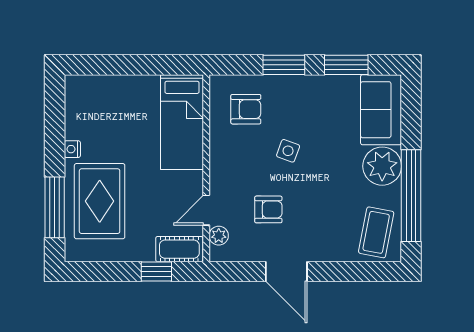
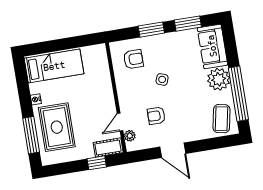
bed: (182, 122) -> (54, 66), moved, turned -90
armchair: (268, 209) -> (156, 116), turned 180

